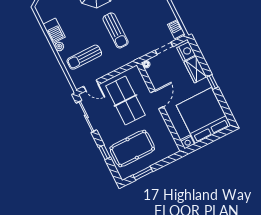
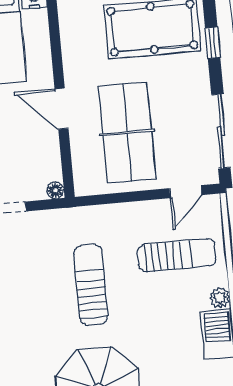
door: (91, 85) -> (186, 192), swing flipped
door: (157, 100) -> (61, 109), hinge flipped

